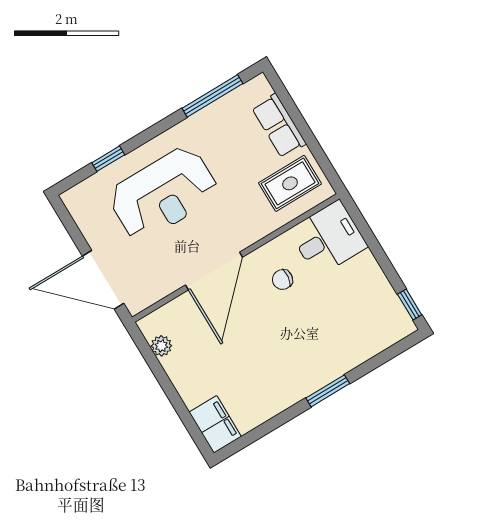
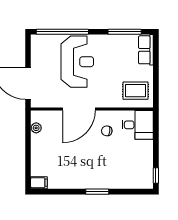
row of seats: (279, 126) -> (146, 50), moved
window: (108, 159) -> (62, 32), width x3.17
reception desk: (163, 194) -> (77, 62), turned -90
filing cabinet: (215, 424) -> (39, 183), width x0.50

